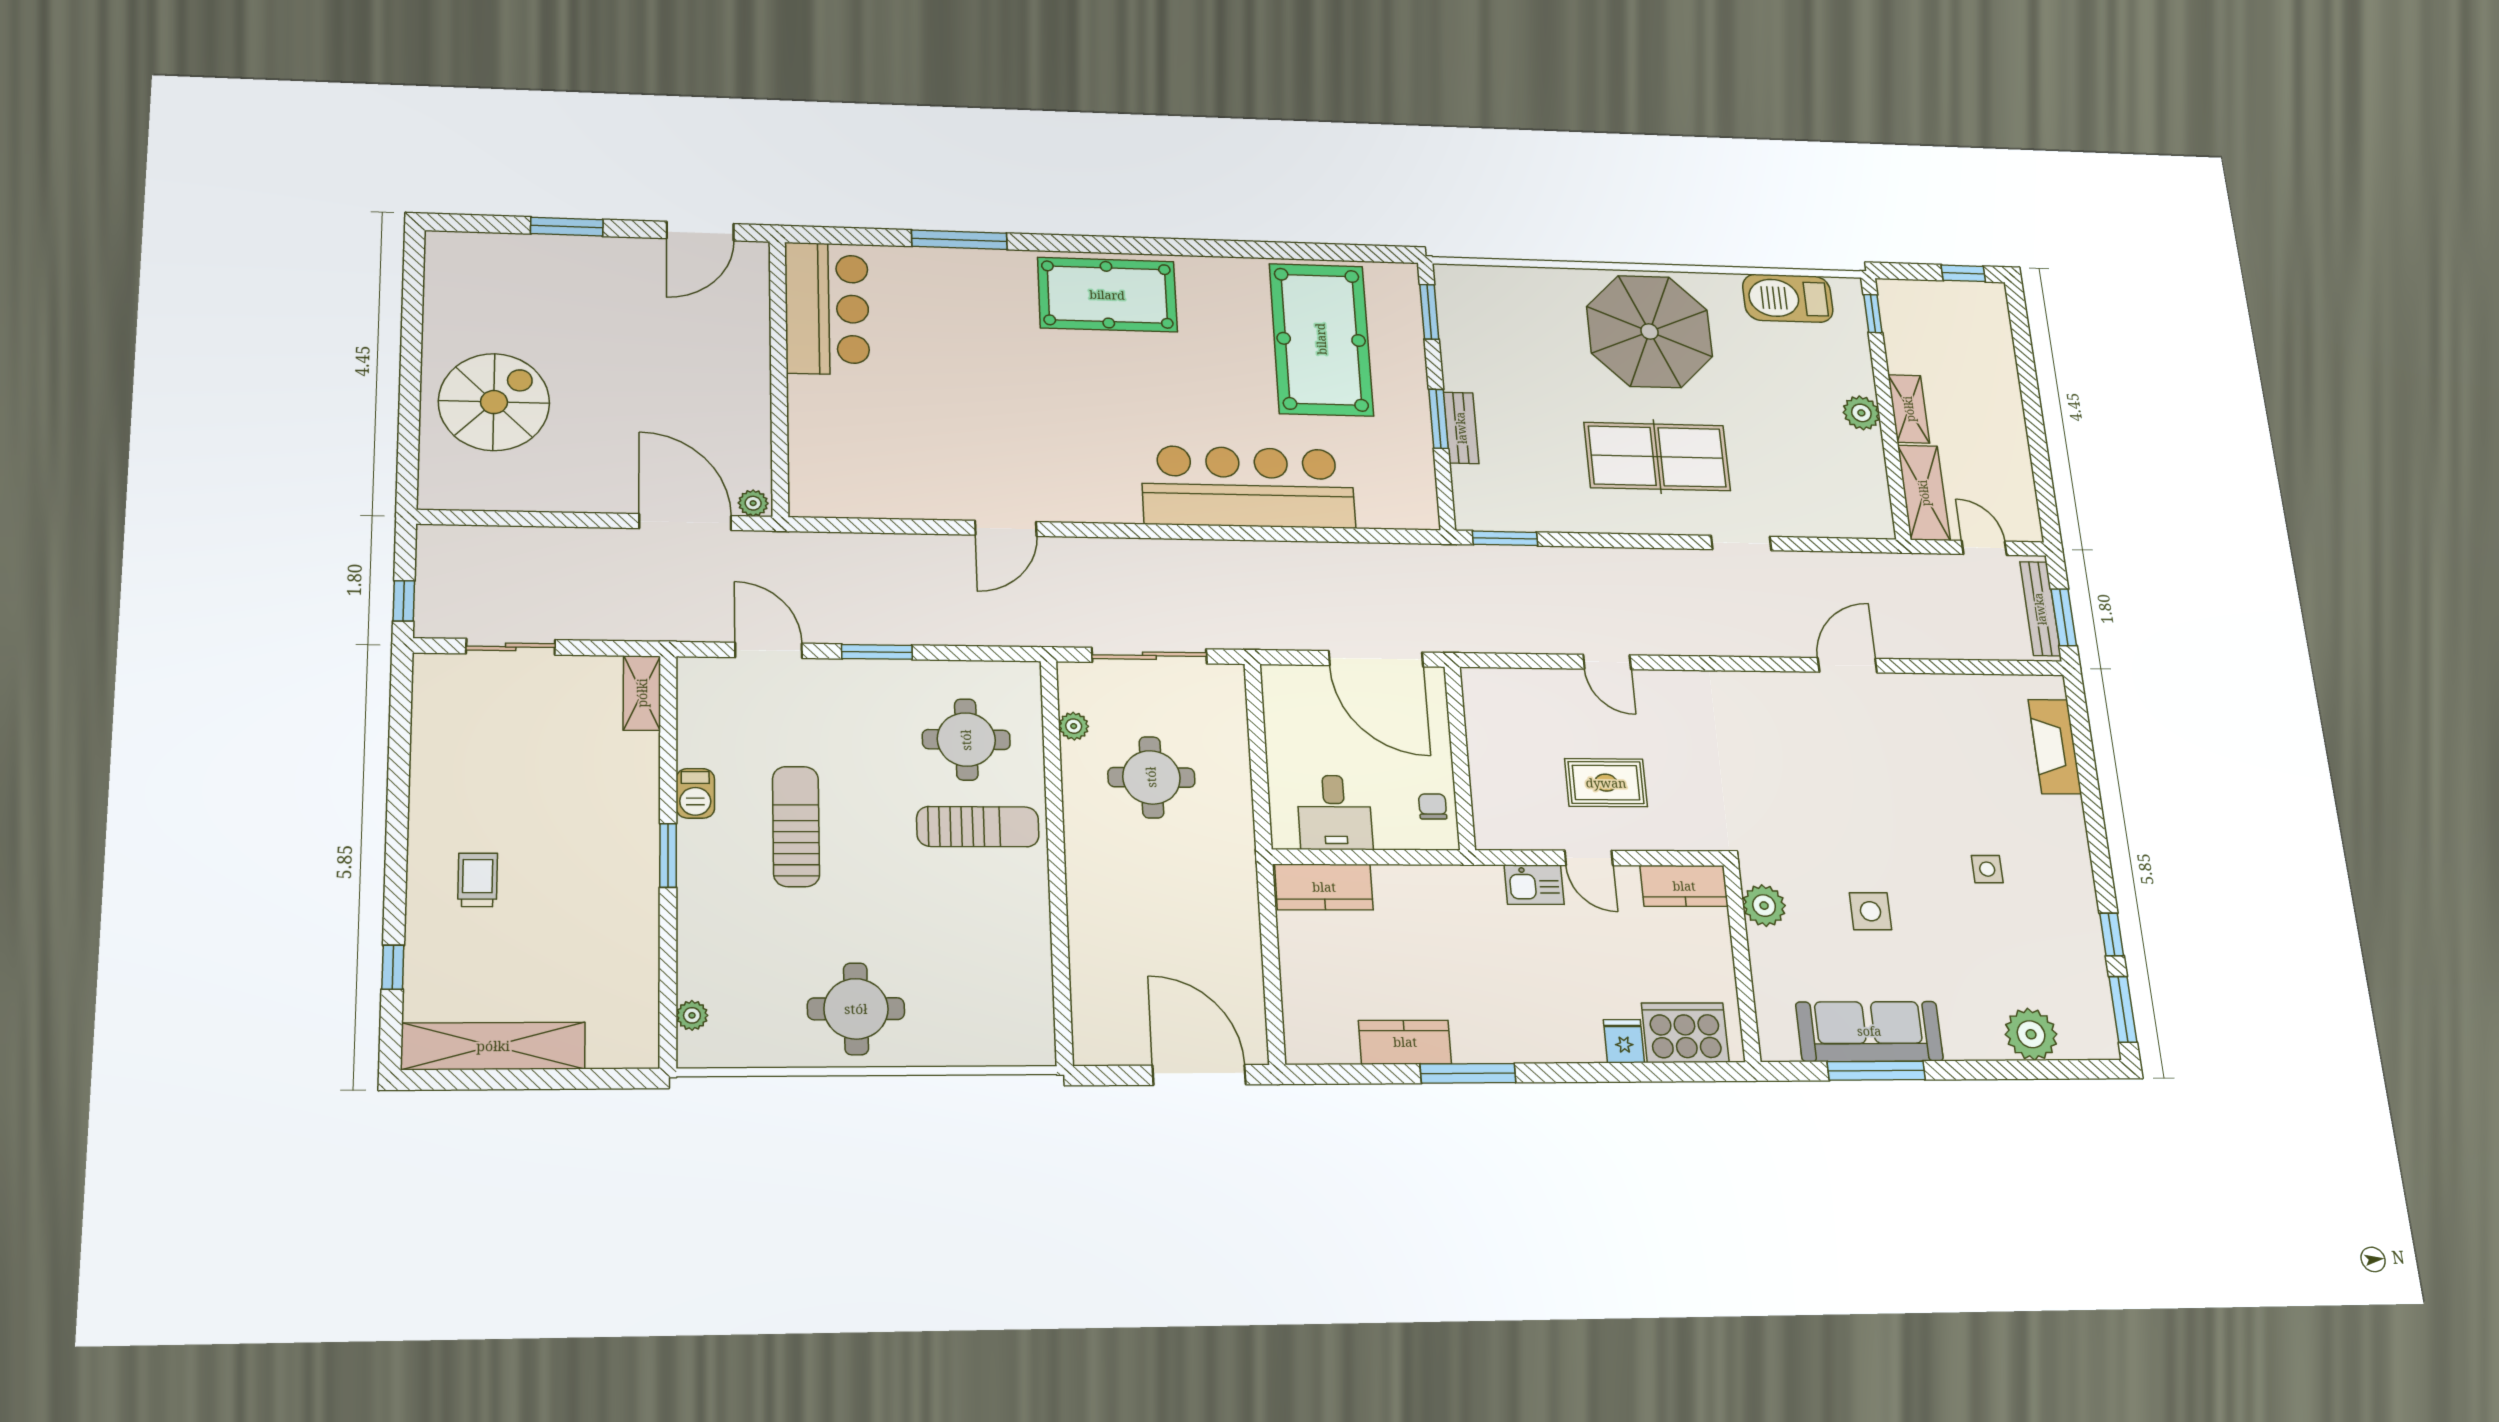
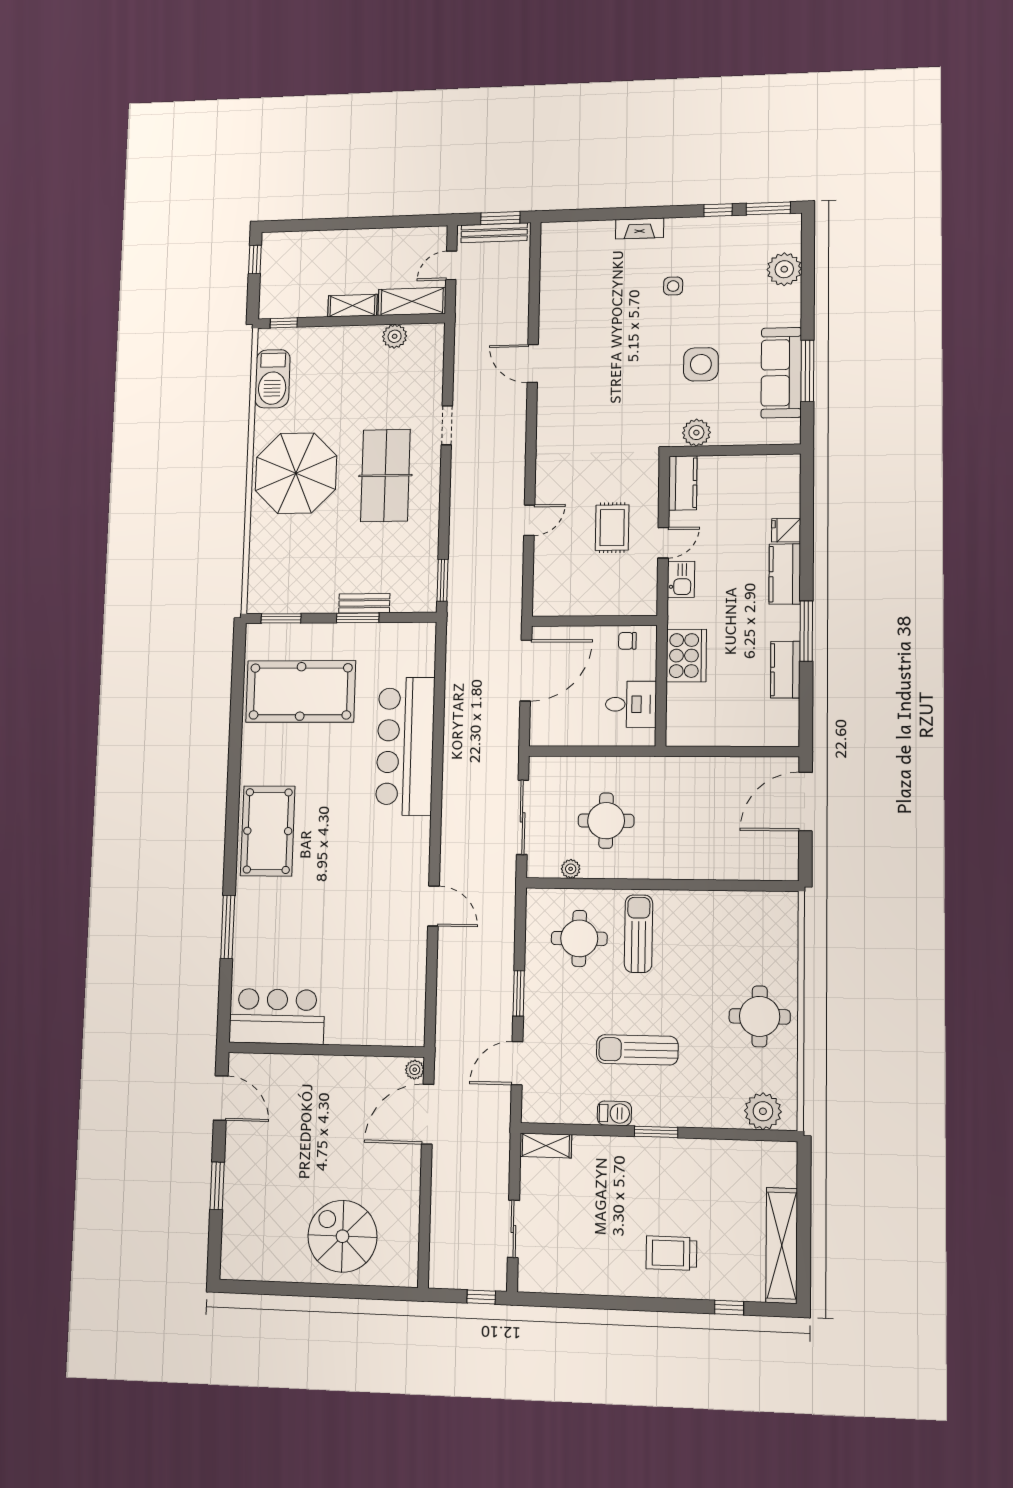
plant: (1861, 413) -> (395, 336), moved
fireplace: (2055, 747) -> (640, 229), moved, width x0.73, depth x0.76
trolley: (478, 880) -> (671, 1253), width x1.36, depth x1.39
kitchen counter: (1324, 887) -> (785, 574), moved, turned 180
side table: (1870, 911) -> (701, 364), width x1.37, depth x1.37
plant: (692, 1015) -> (763, 1111), width x1.88, depth x1.88
cooker: (1685, 1033) -> (686, 656), moved, turned 180

